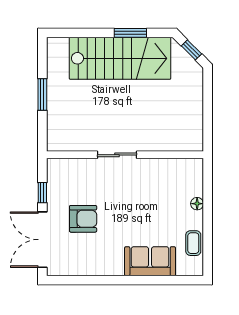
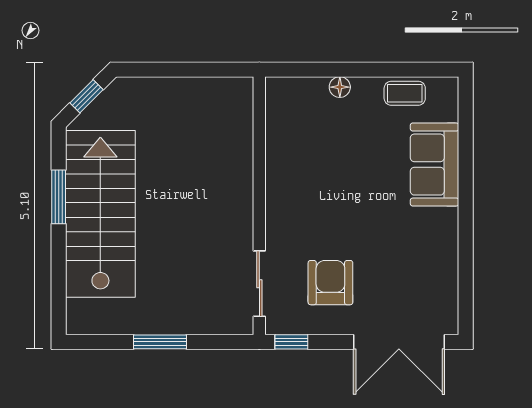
sliding door: (117, 155) -> (259, 284), moved
window: (42, 193) -> (291, 342), moved
armchair: (83, 219) -> (330, 283), moved

